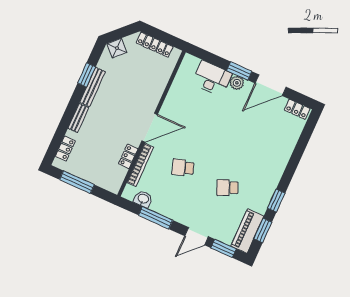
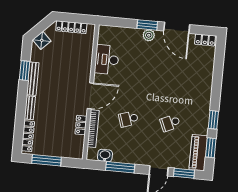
desk: (212, 78) -> (107, 60), moved, turned -90
door: (271, 85) -> (177, 28), hinge flipped
locker: (65, 149) -> (28, 136), width x1.53

